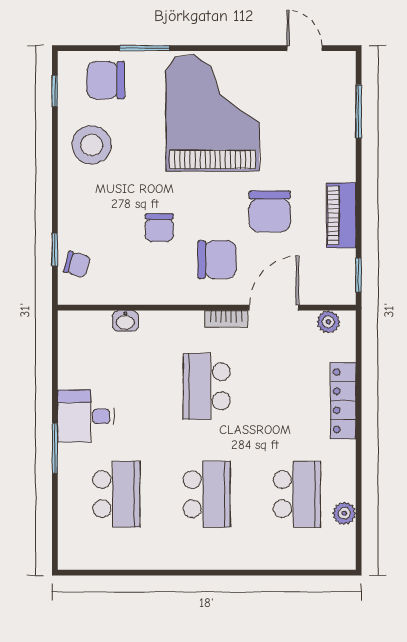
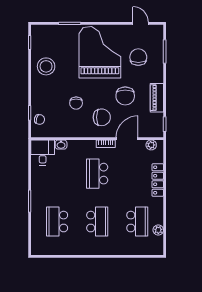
chair: (106, 80) -> (138, 57), moved, turned 90
desk: (86, 416) -> (43, 153), moved, turned 90
school desk: (116, 494) -> (57, 222), turned 180

